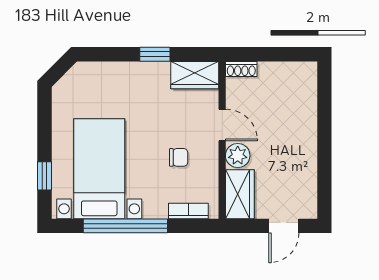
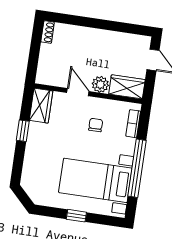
shoe rack: (241, 69) -> (48, 32), moved
door: (222, 125) -> (78, 92), hinge flipped
window: (44, 176) -> (76, 216), moved

